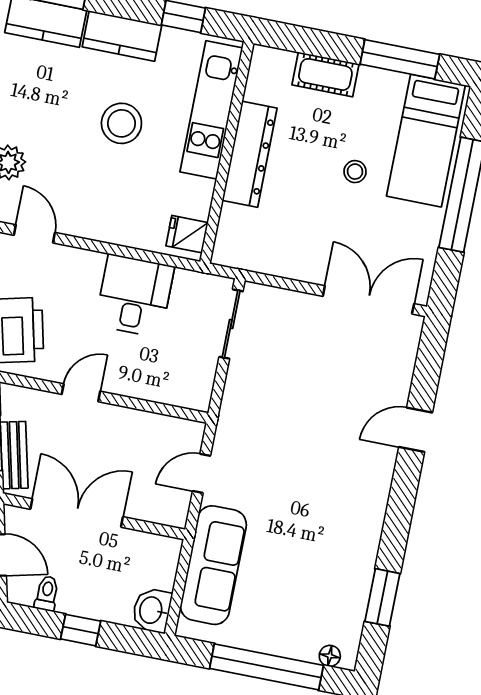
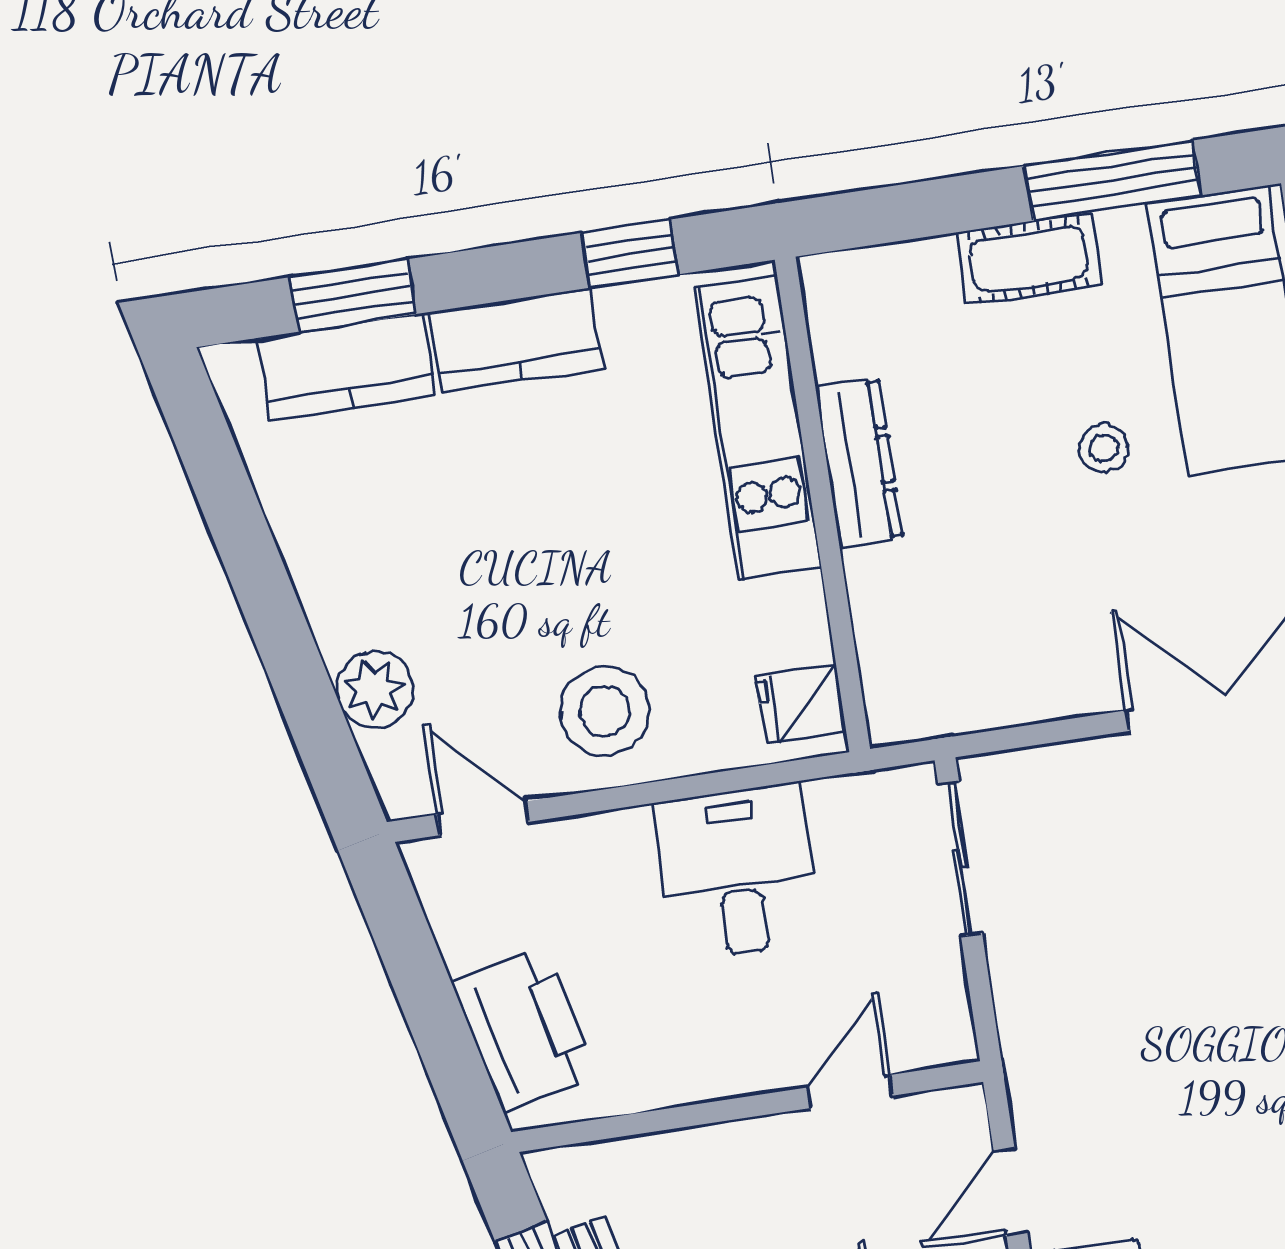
cot: (325, 74) -> (1029, 259), moved
stool: (121, 123) -> (605, 711), moved
dresser: (250, 154) -> (859, 463), width x0.73, depth x0.80
door: (81, 393) -> (850, 1092), moved

